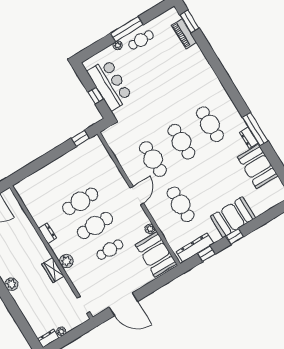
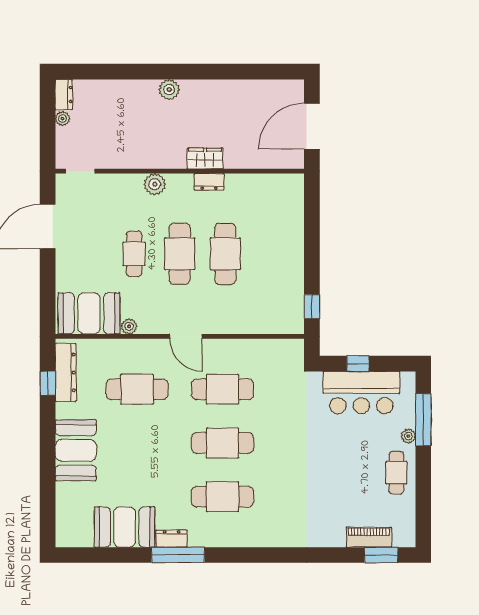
window: (127, 29) -> (423, 420), moved
window: (235, 236) -> (48, 437), removed
wardrobe: (53, 270) -> (205, 158), moved

